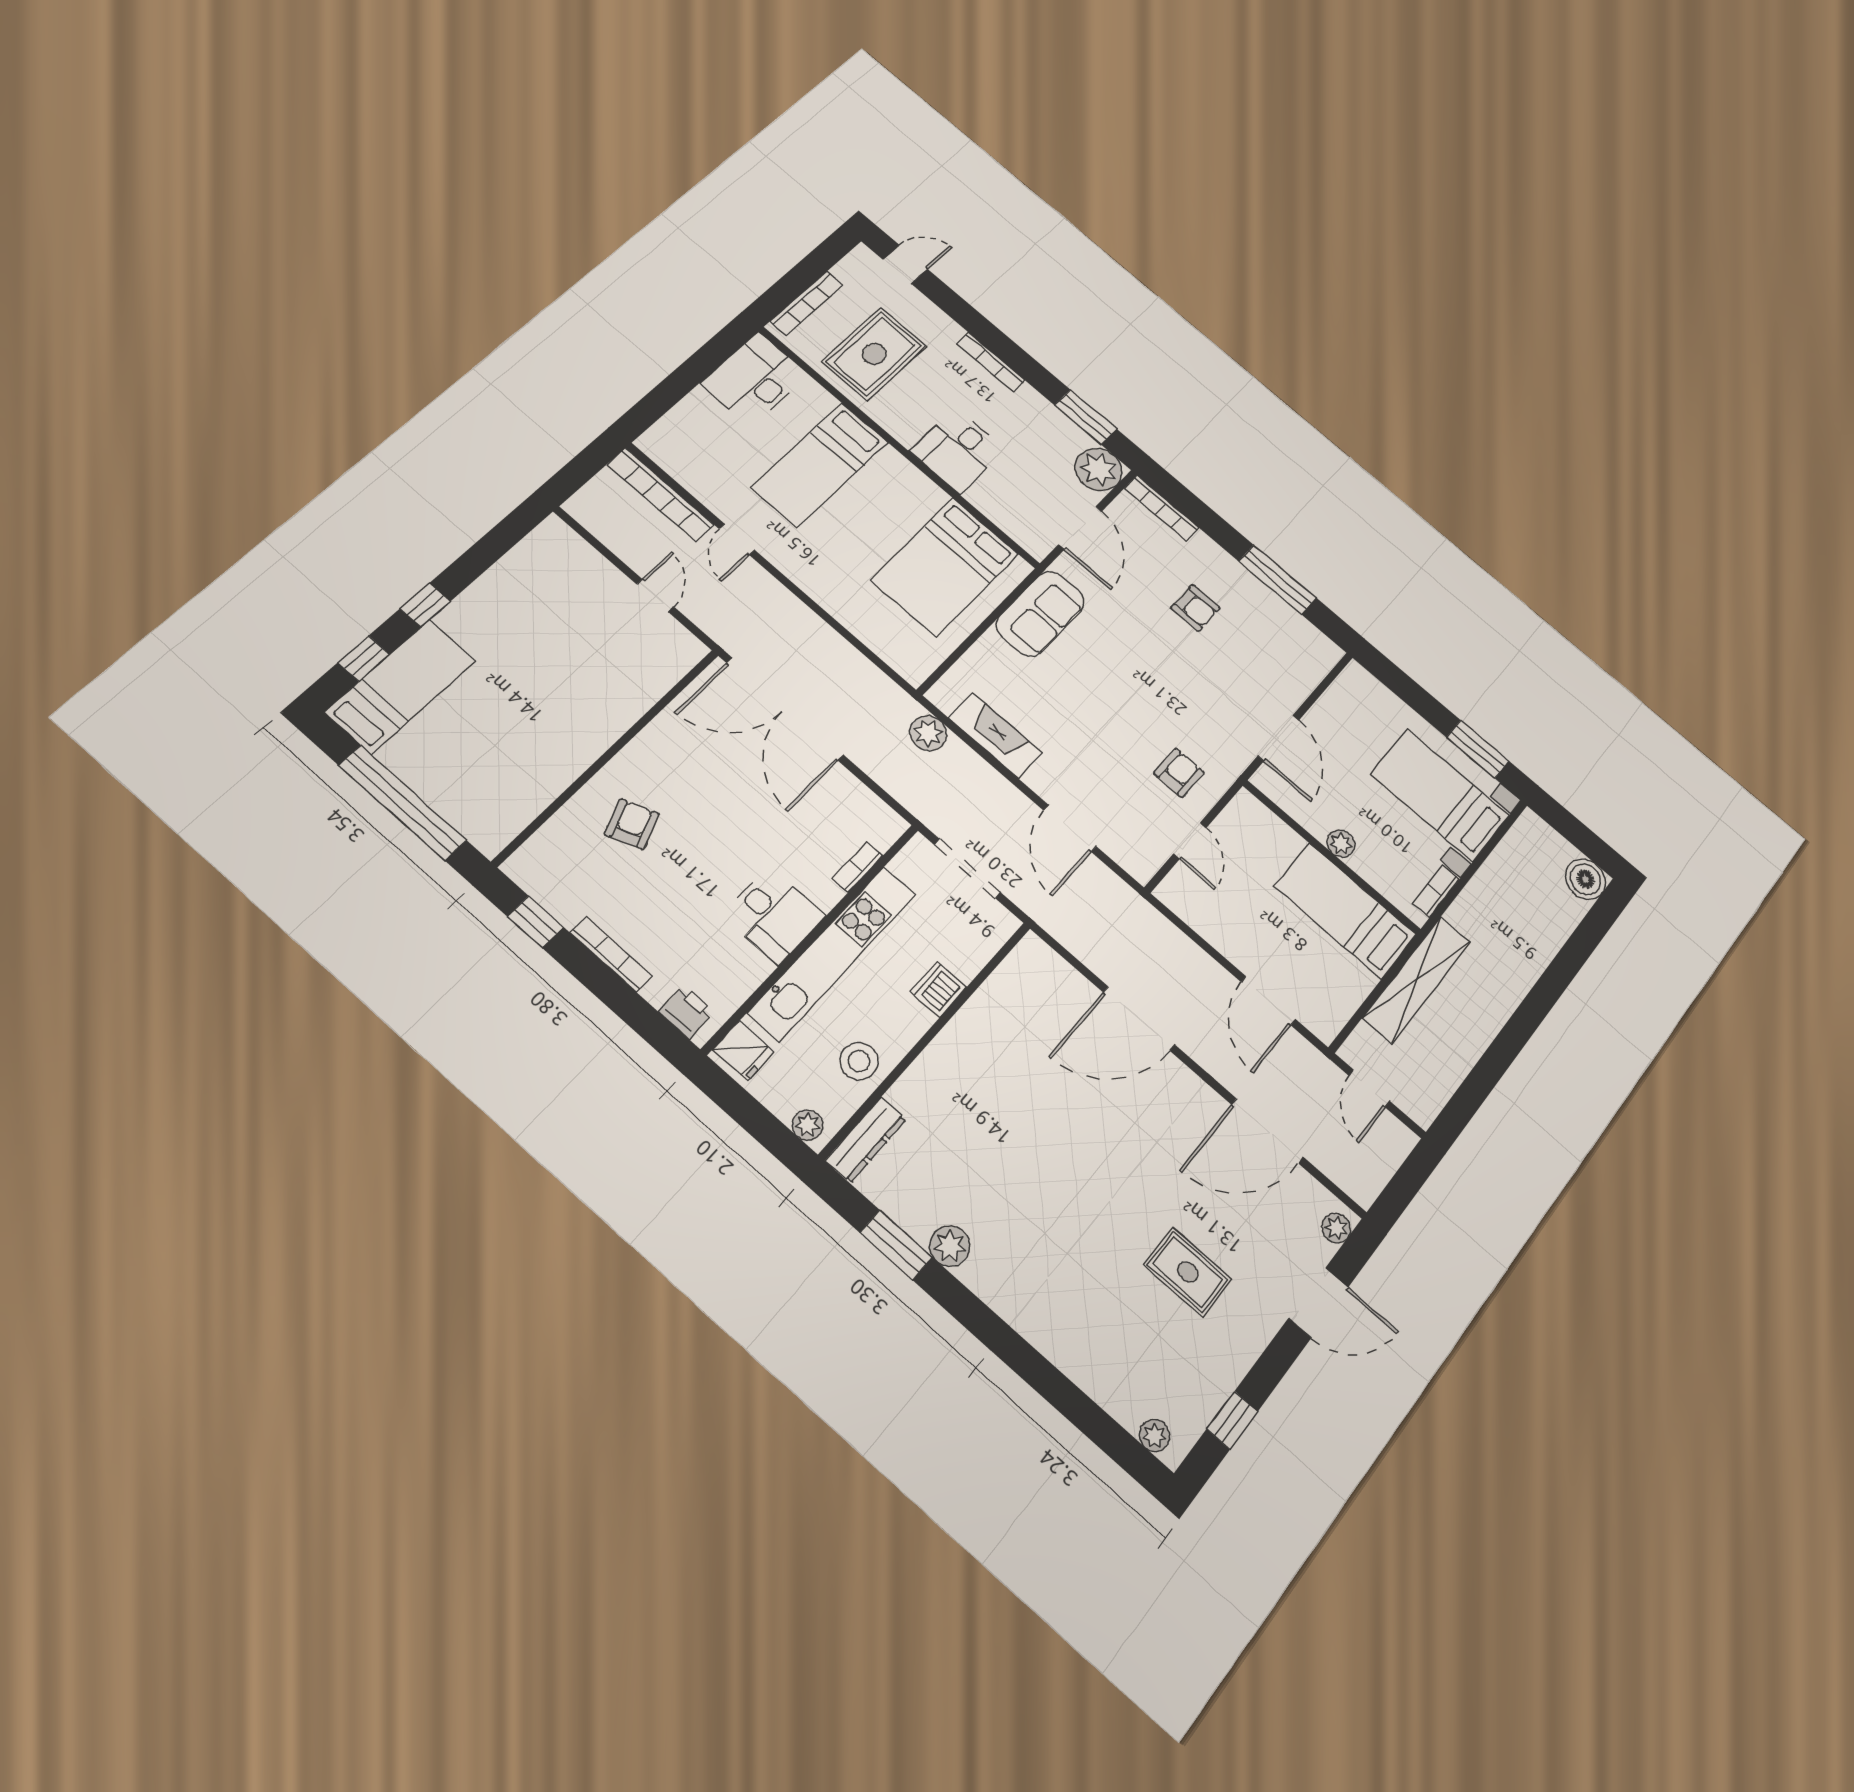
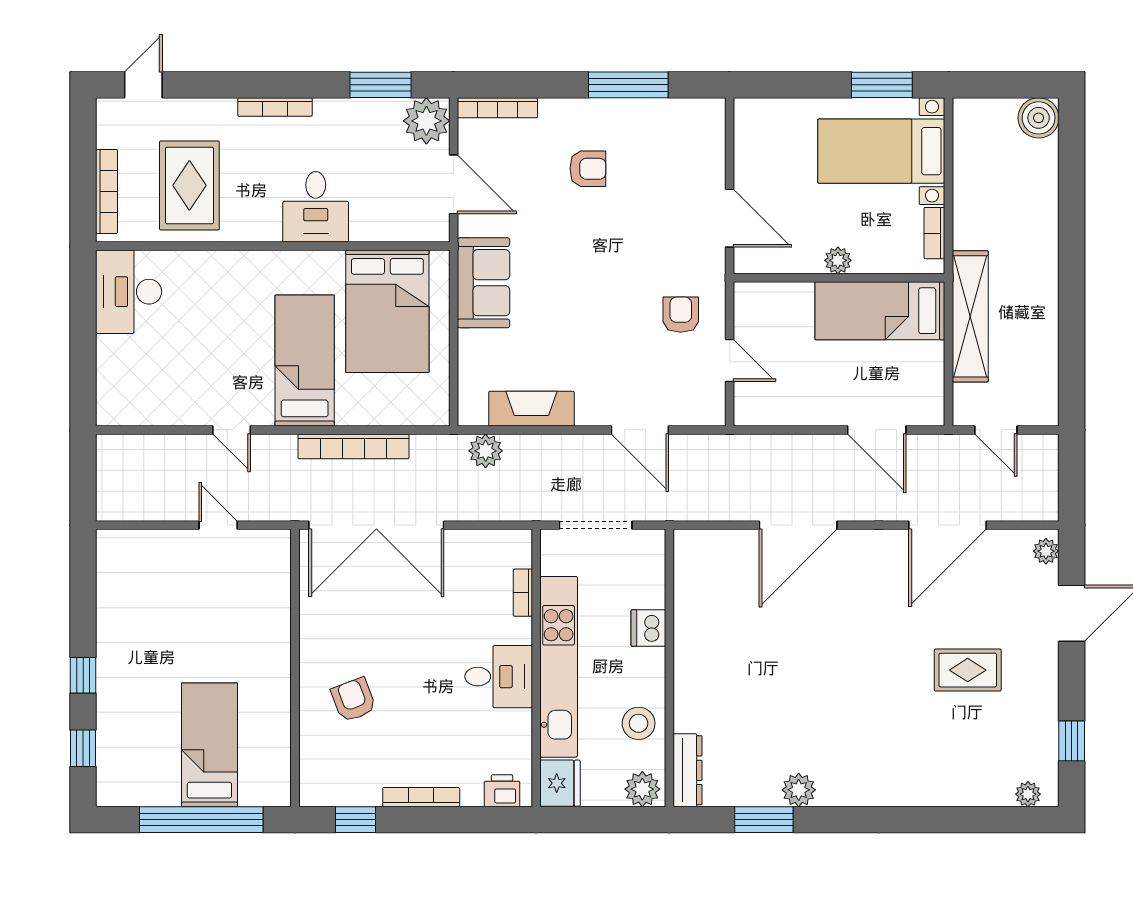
bed: (820, 465) -> (305, 361), moved, turned 180
bookcase: (660, 494) -> (353, 446), moved
bed: (401, 686) -> (209, 745), moved
fridge: (744, 1051) -> (560, 783), width x1.38
plant: (808, 1125) -> (642, 789), width x1.38, depth x1.38

